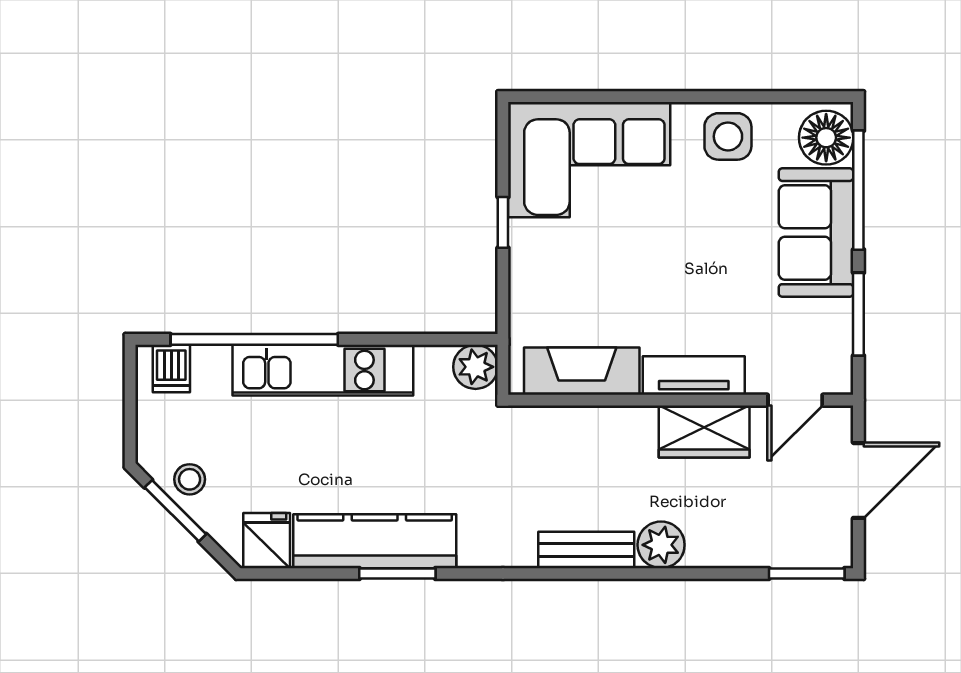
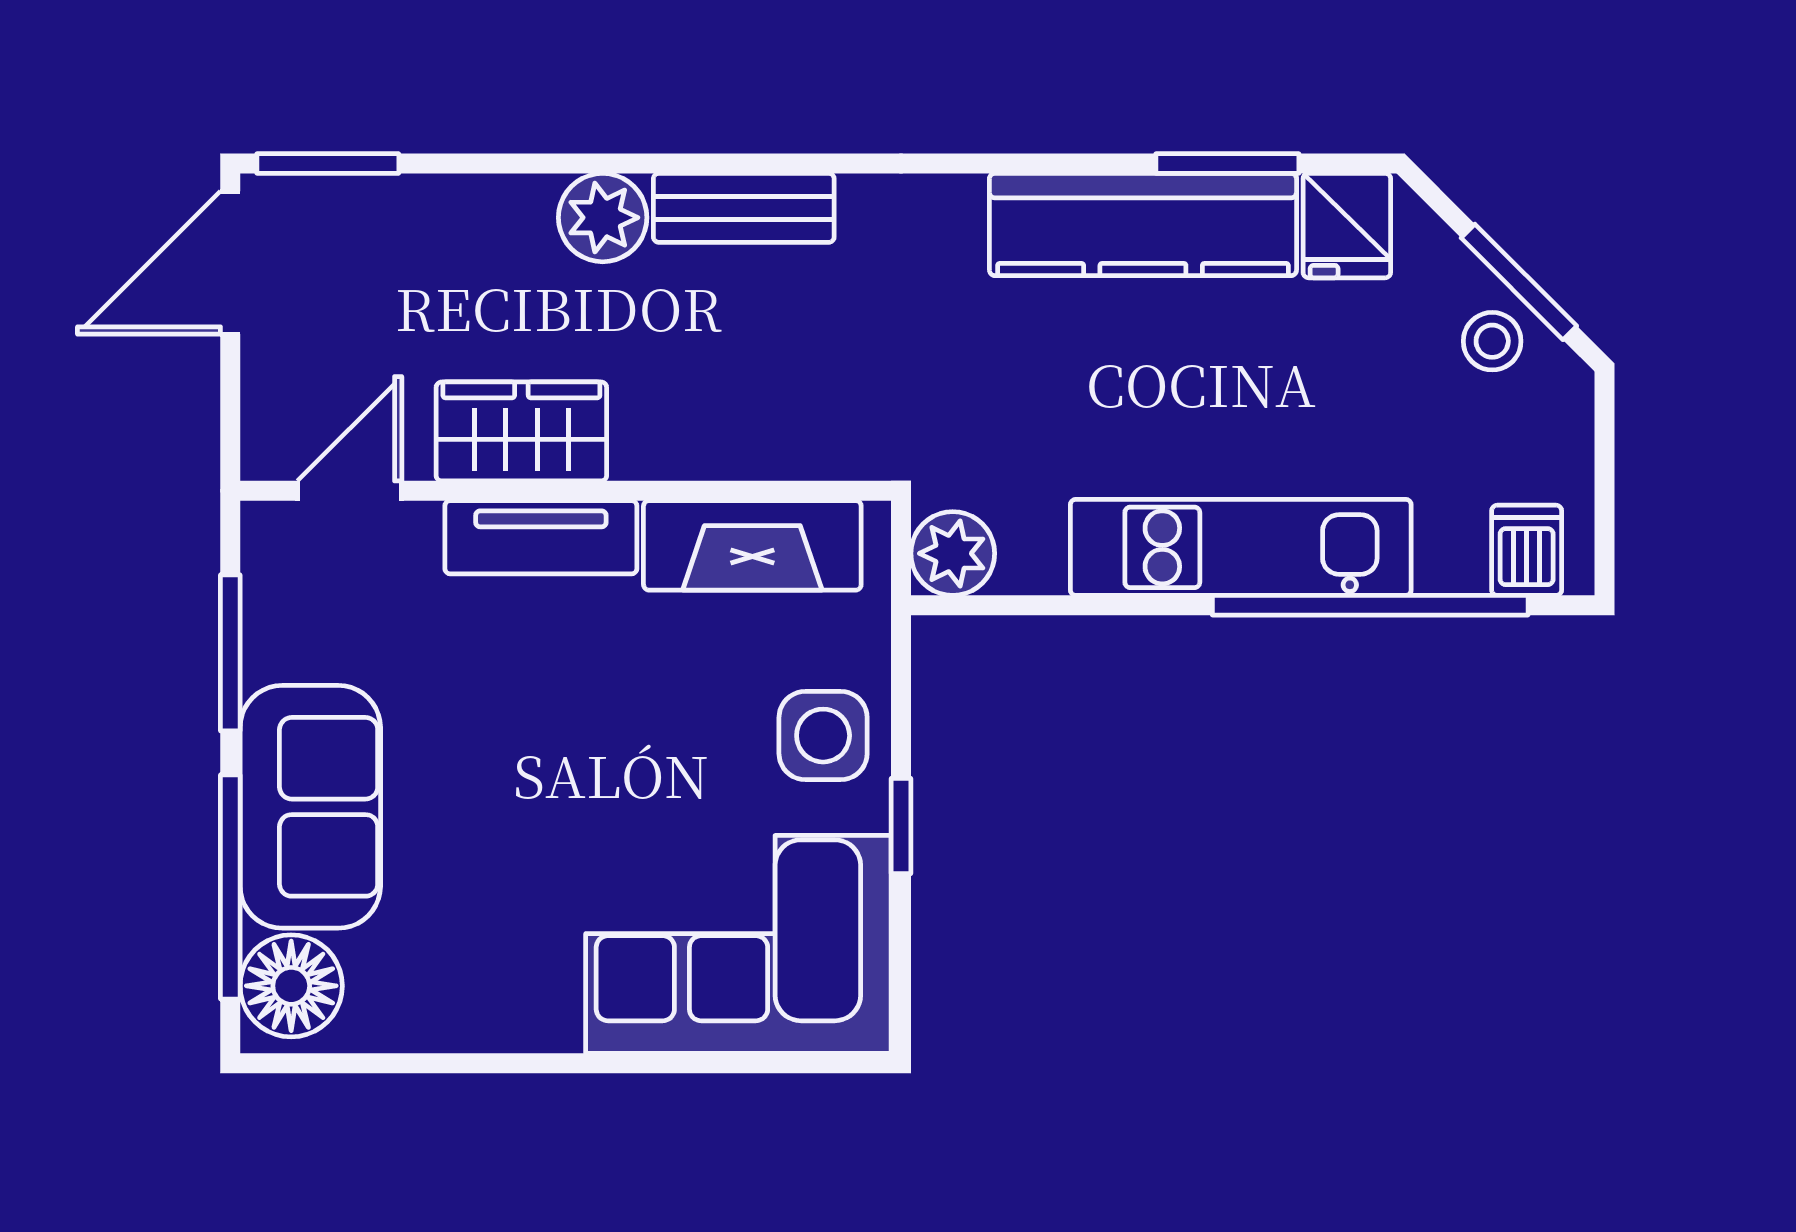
side table: (728, 136) -> (823, 736), moved
door: (858, 480) -> (230, 263), moved
window: (397, 573) -> (1227, 164), moved

